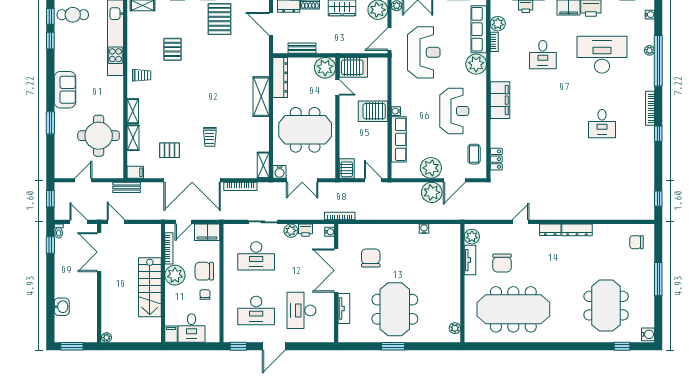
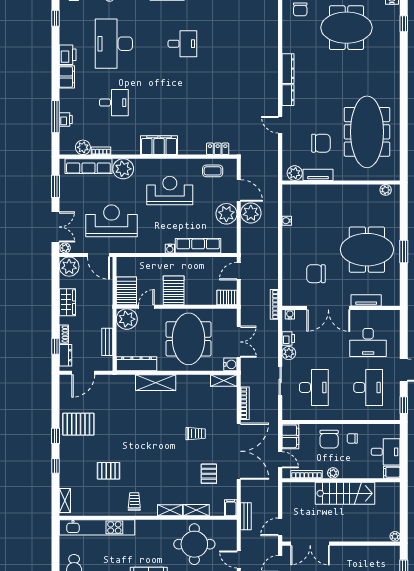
server rack: (373, 111) -> (174, 290), moved, turned 180
plant: (175, 275) -> (333, 473), width x0.53, depth x0.53
meeting table: (606, 306) -> (347, 28), moved

